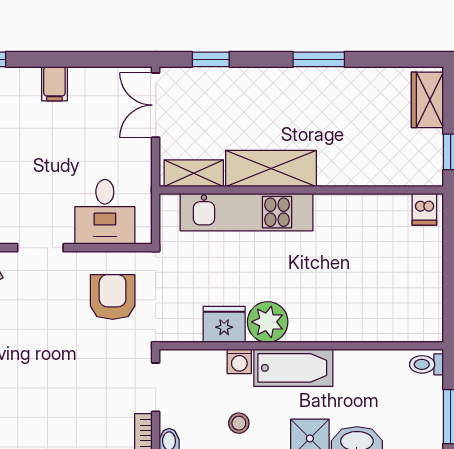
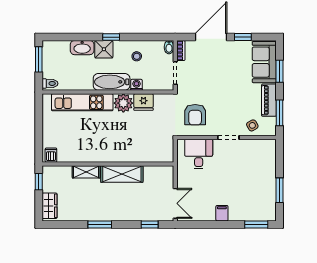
shelving: (194, 173) -> (86, 172), moved
kitchen unit: (246, 212) -> (82, 102), moved, turned 180

